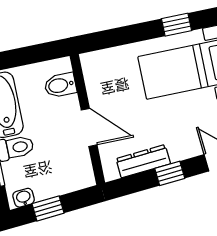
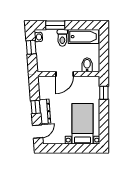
window: (176, 25) -> (104, 93), moved
dresser: (143, 161) -> (45, 111), moved

